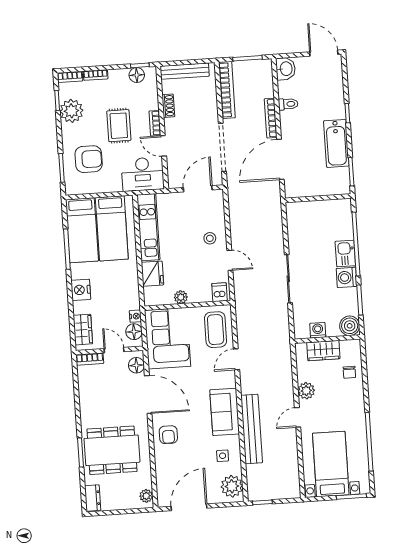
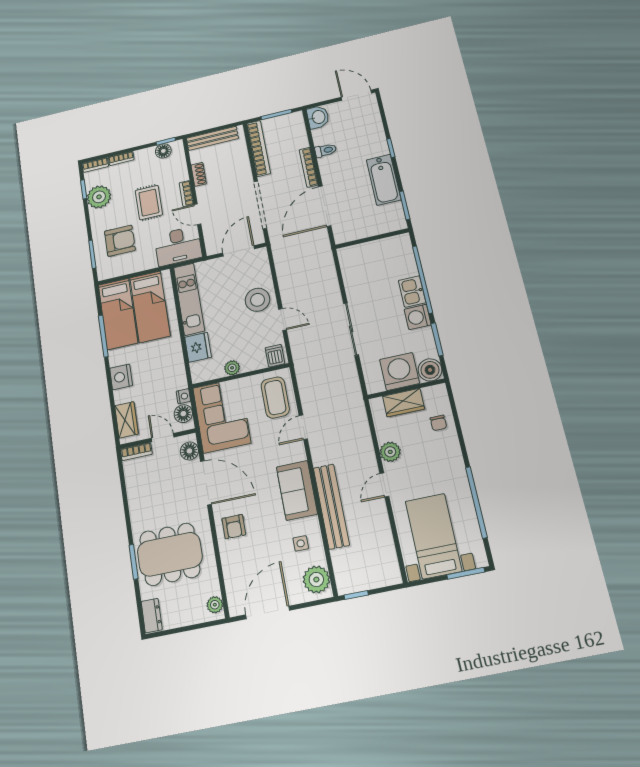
stool: (210, 238) -> (257, 300), width x1.89, depth x1.89
washing machine: (318, 330) -> (399, 371), width x1.89, depth x1.89

